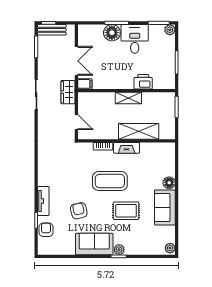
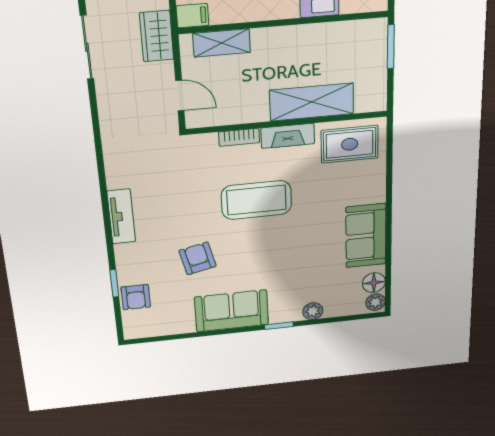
shelving: (128, 98) -> (222, 43), moved
floor lamp: (169, 183) -> (374, 283), moved
tv unit: (43, 201) -> (121, 216), moved
rug: (126, 211) -> (350, 144), moved
armchair: (46, 230) -> (136, 297), turned 180
plant: (119, 250) -> (313, 311), moved

